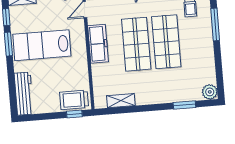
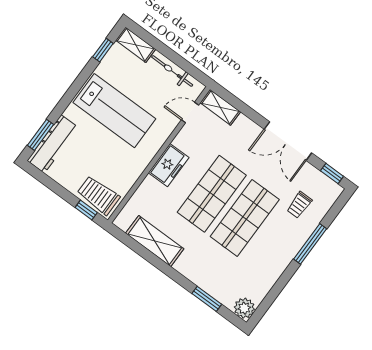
window: (8, 44) -> (41, 135), moved
freezer: (98, 44) -> (169, 165), width x0.71
lab bench: (42, 45) -> (114, 111), turned 180
shelving: (121, 101) -> (155, 241), width x1.50, depth x1.33

